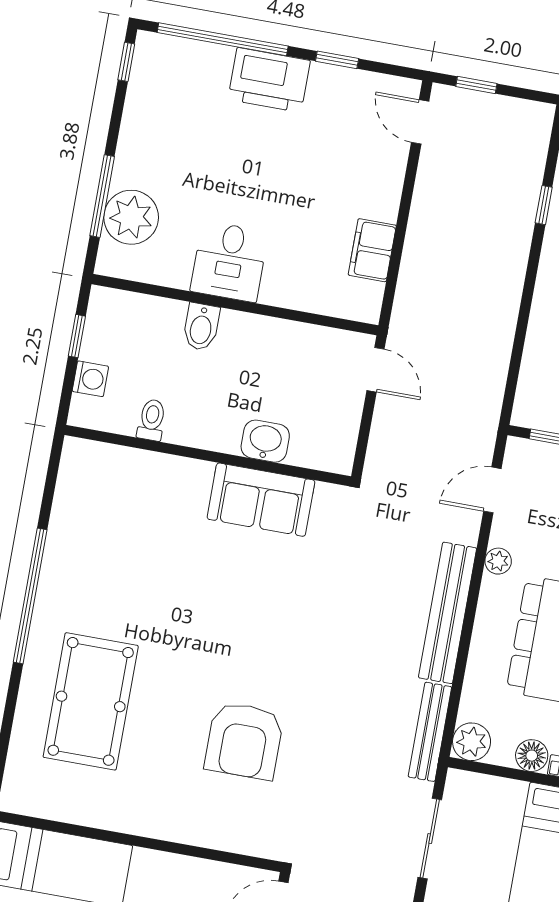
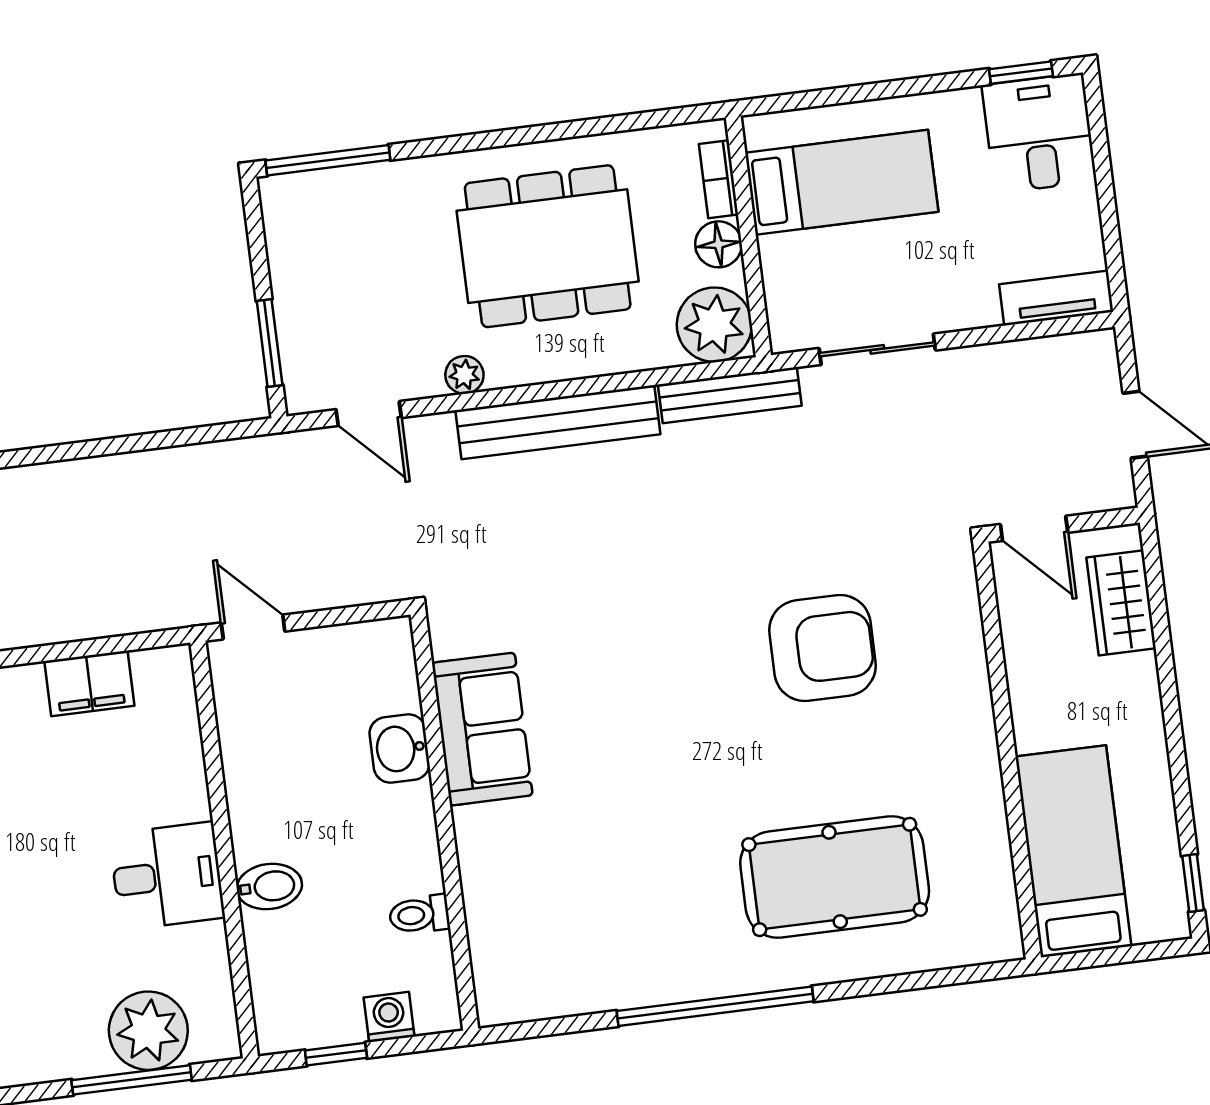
door: (376, 370) -> (253, 627), hinge flipped
plant: (472, 742) -> (714, 325), width x1.36, depth x1.36

